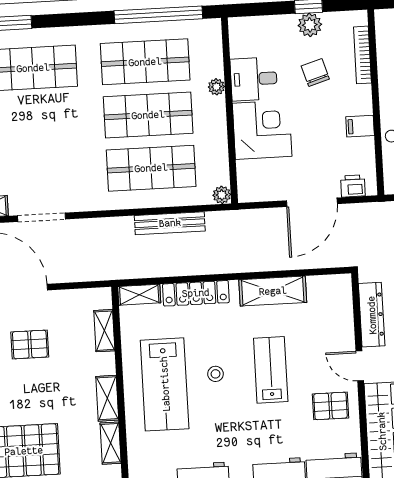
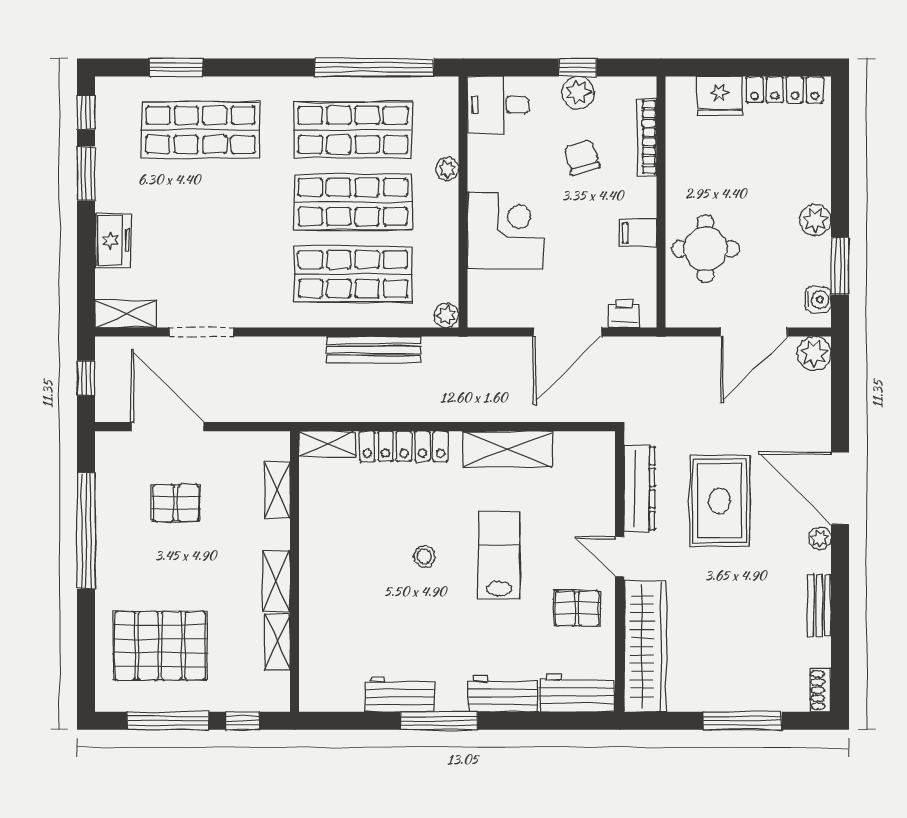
desk: (254, 79) -> (498, 105), moved
lab bench: (165, 384) -> (355, 567), removed

